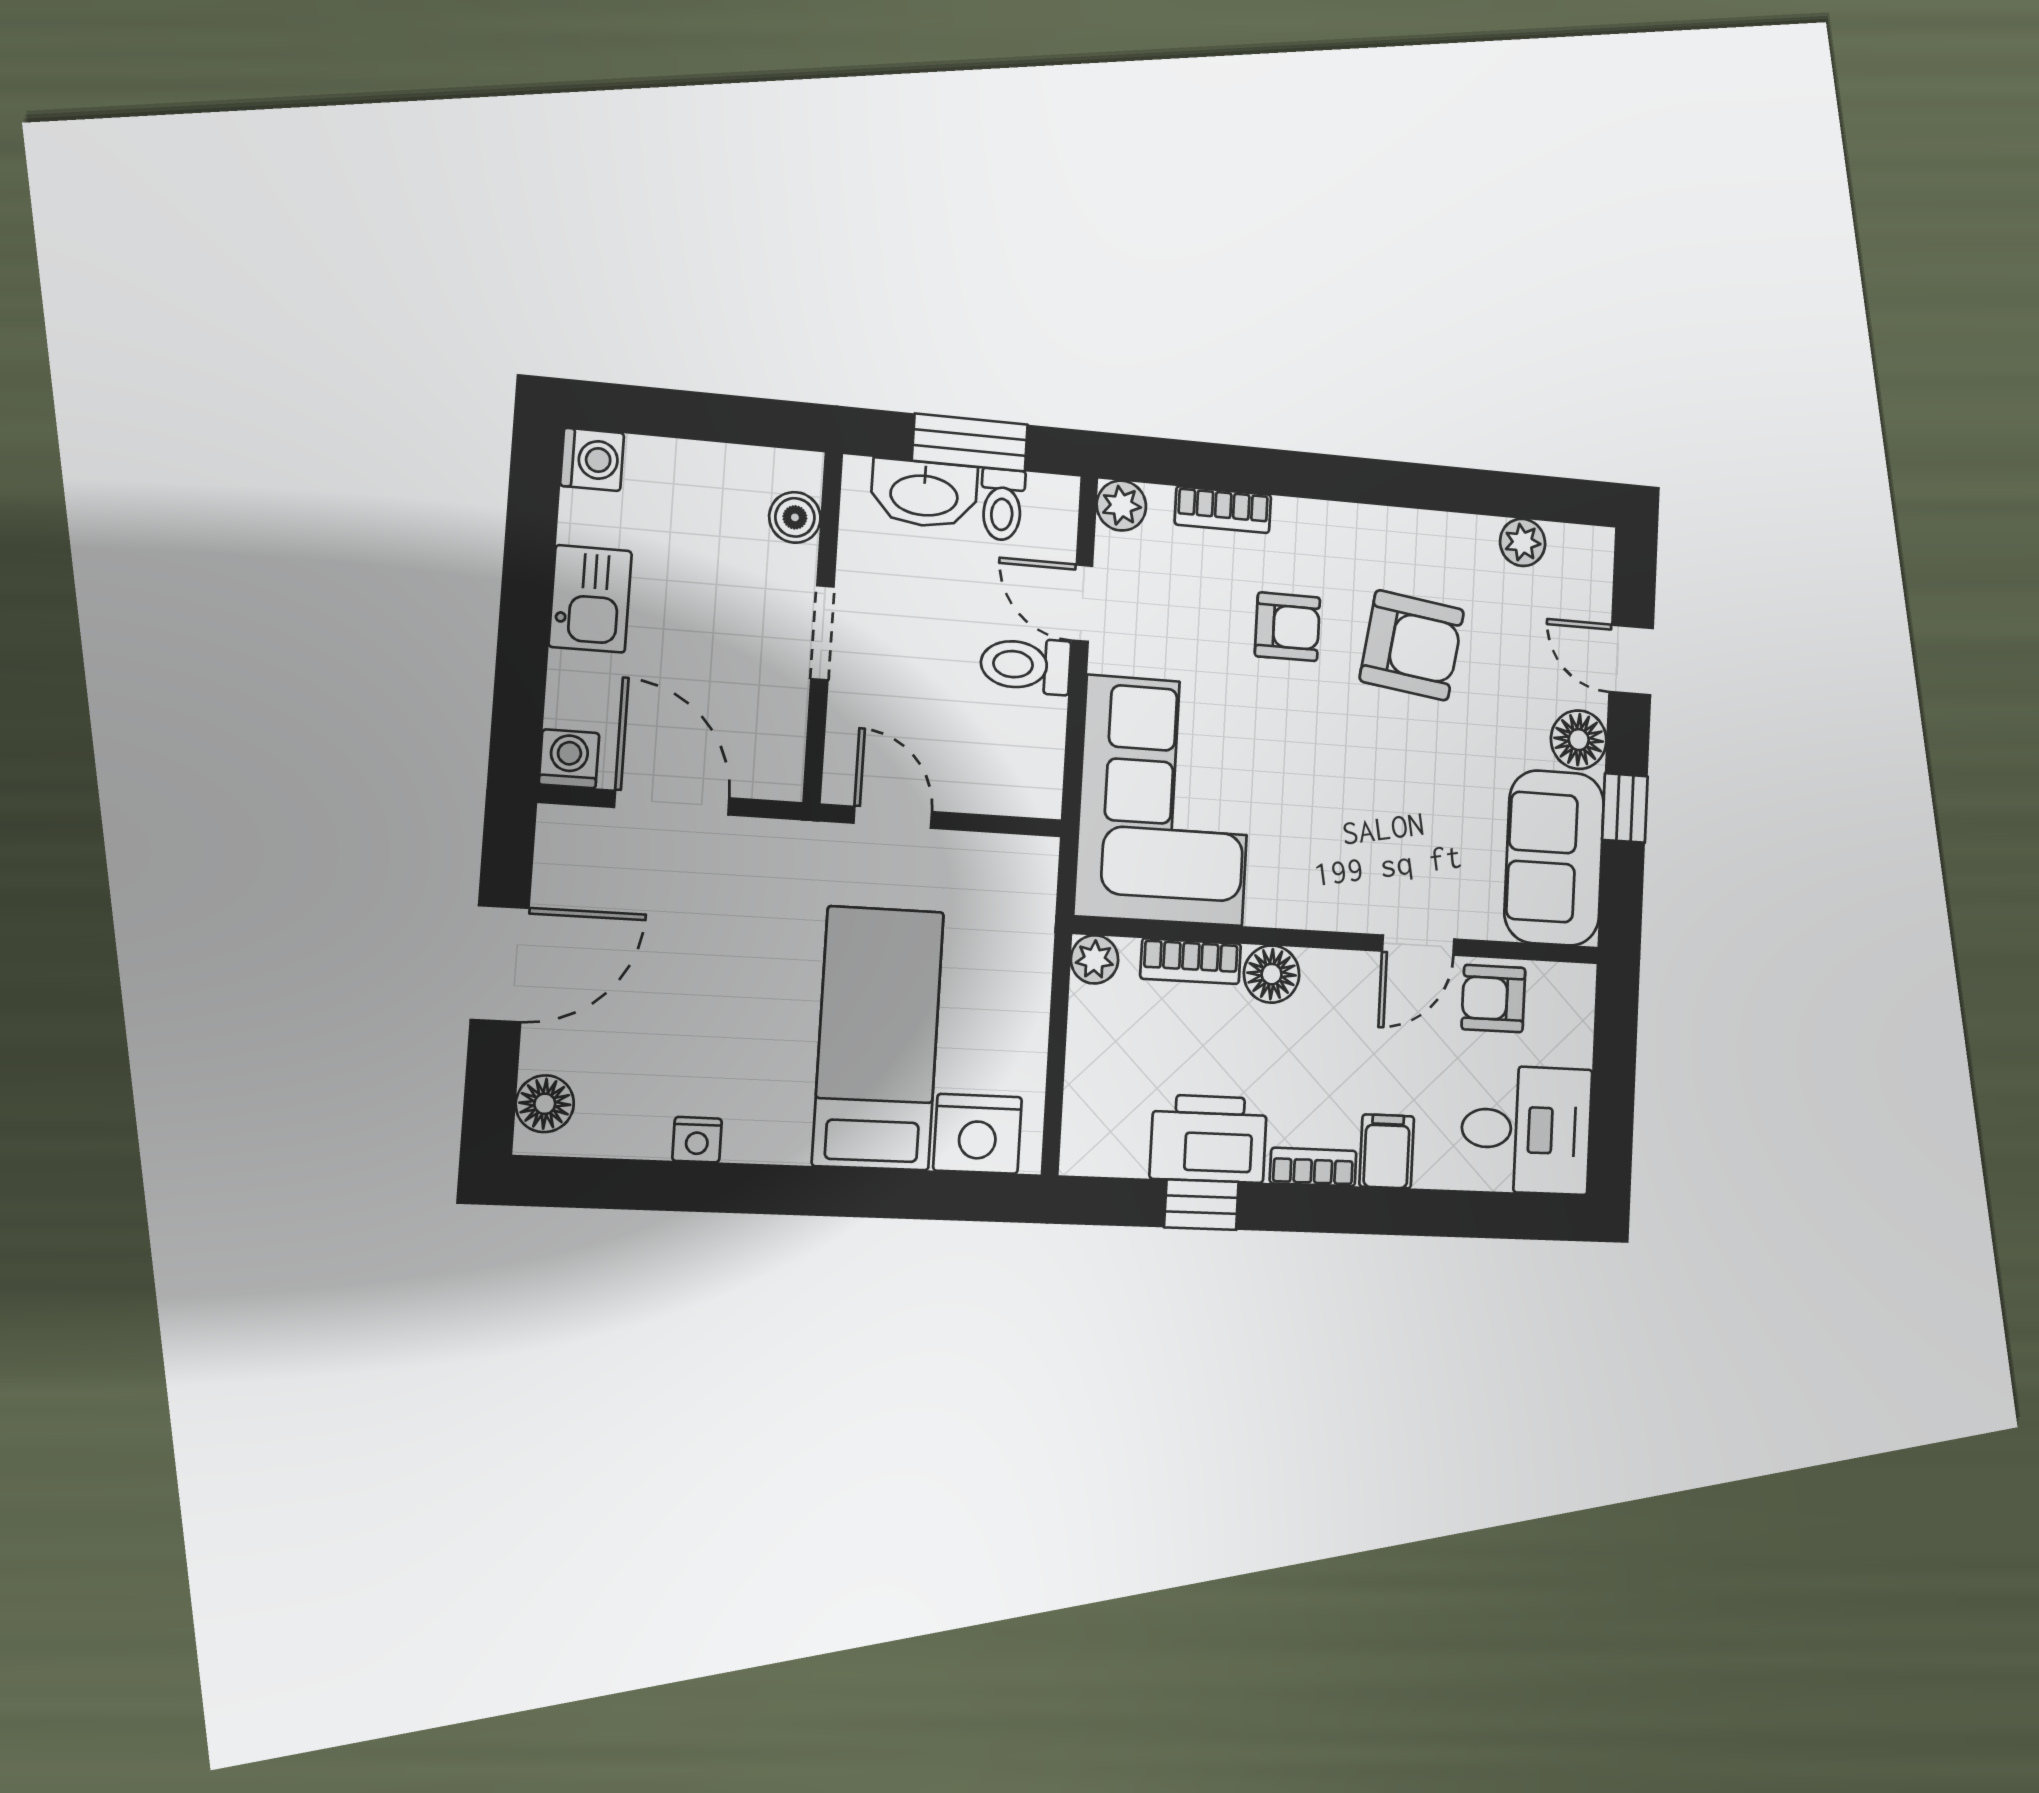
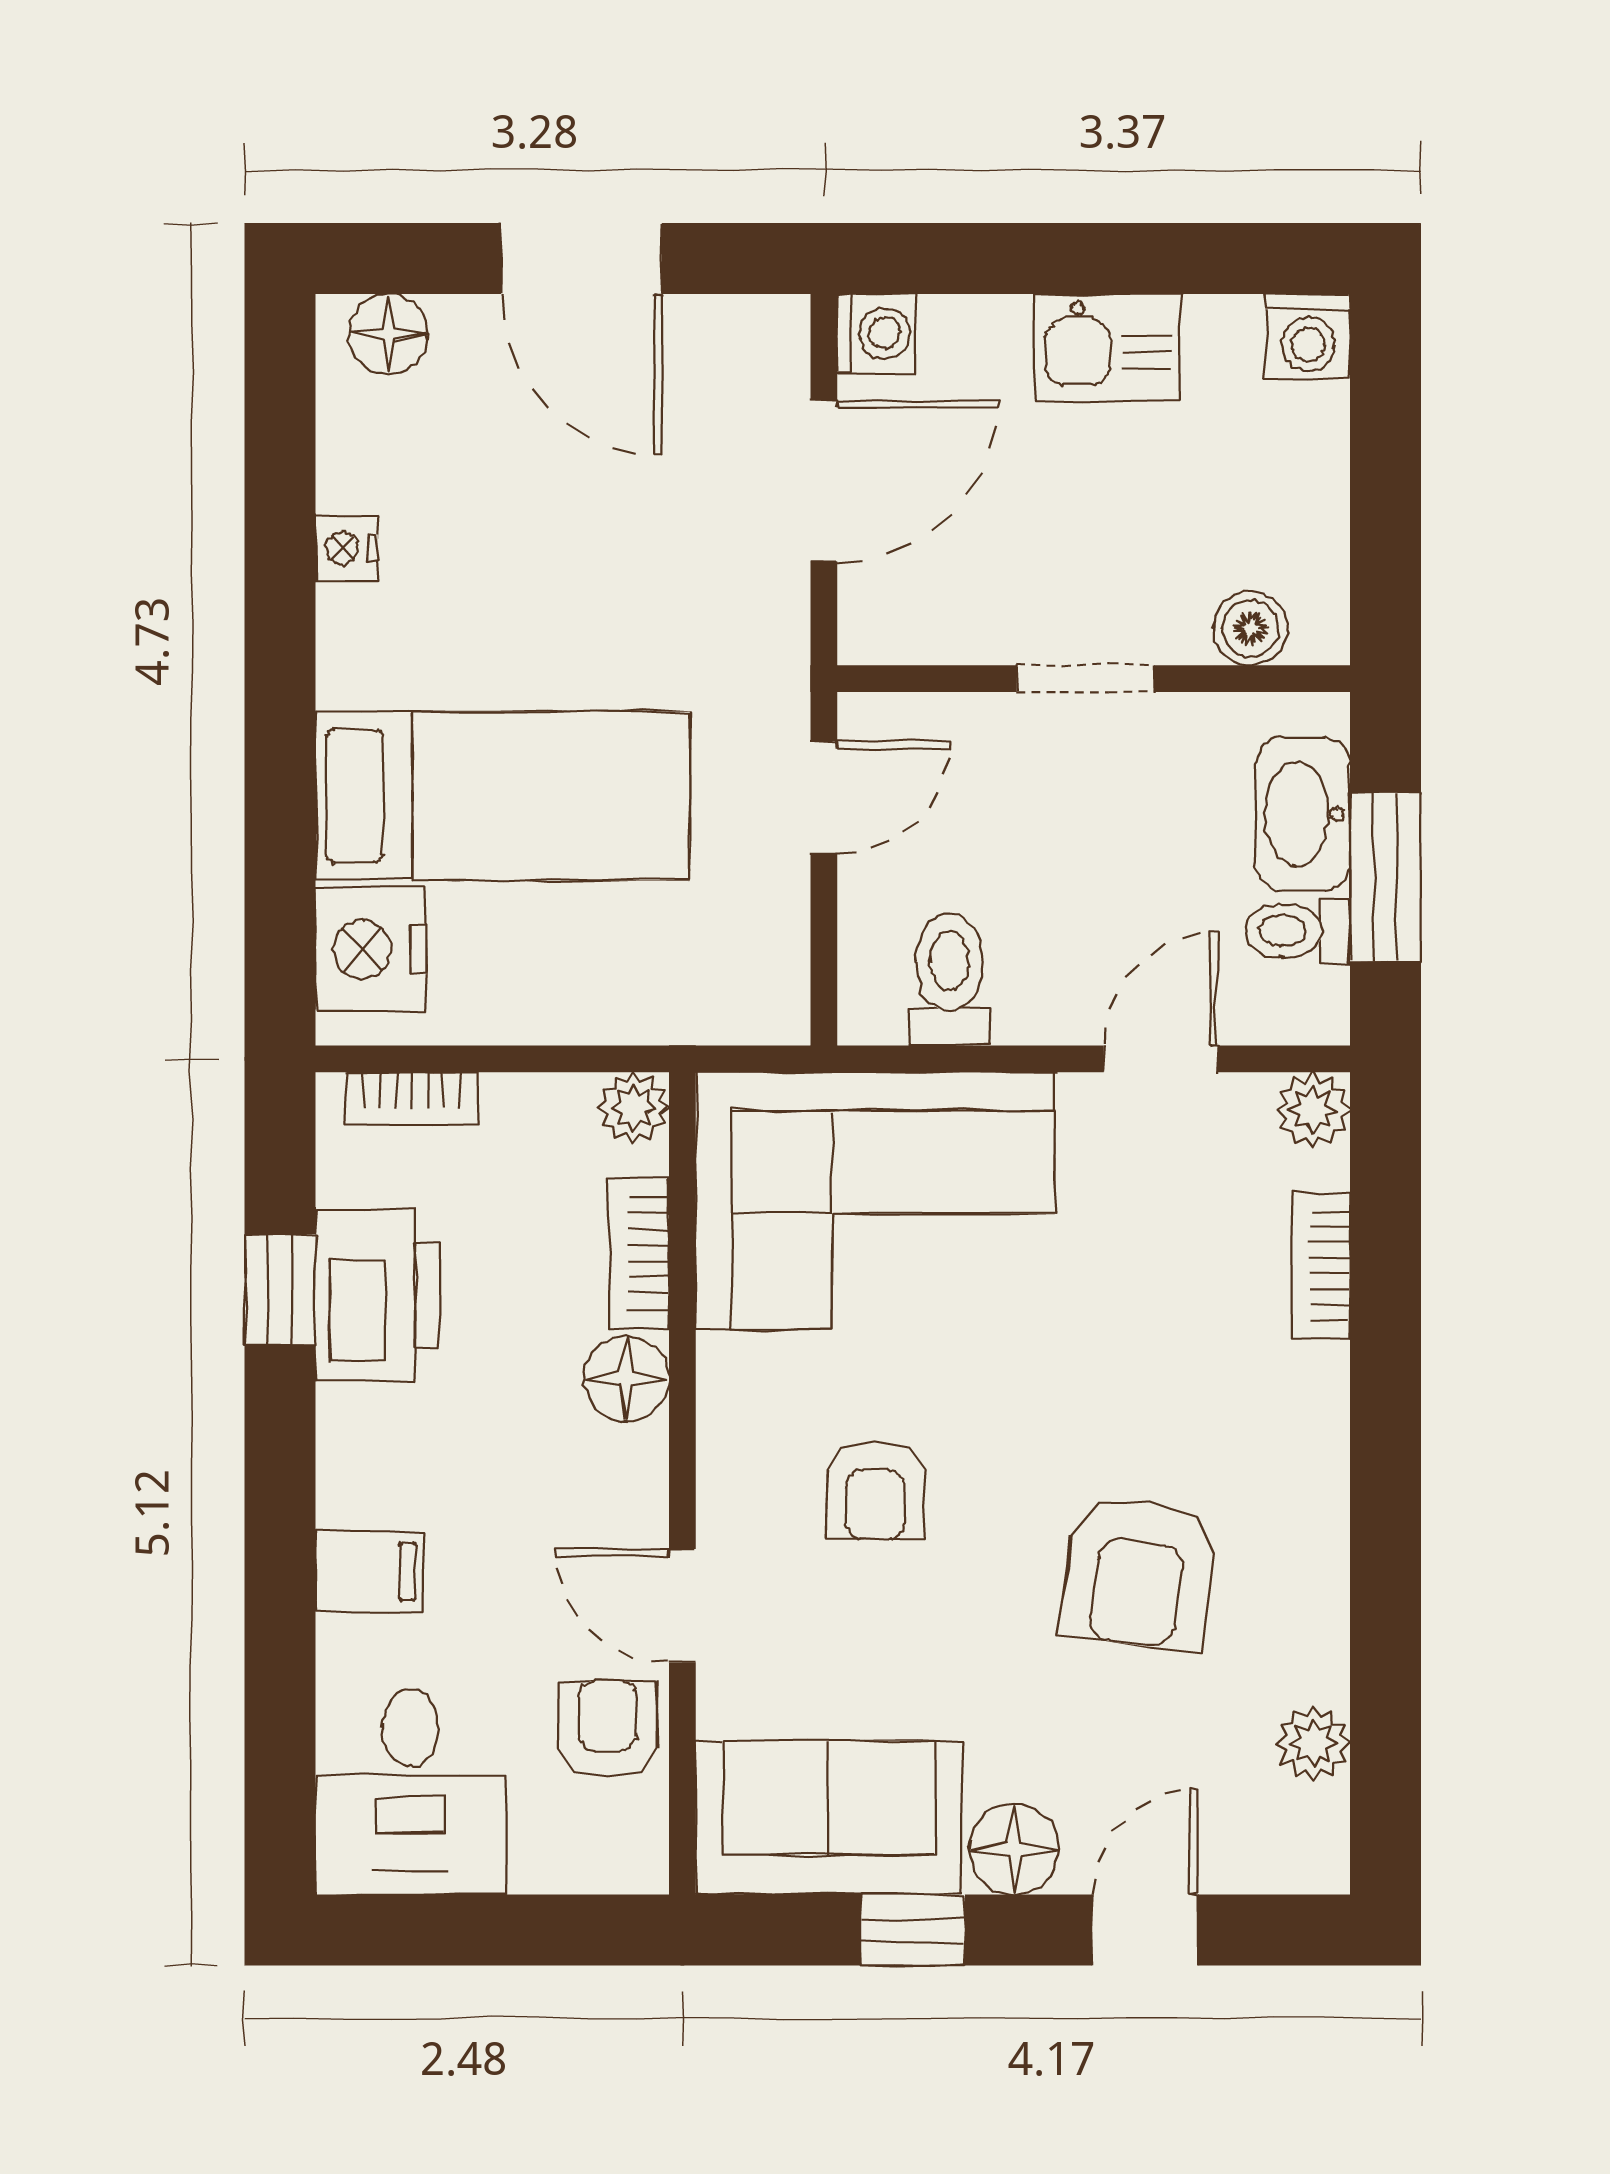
armchair: (1288, 627) -> (875, 1491), moved
toilet: (1025, 665) -> (949, 979), moved
bookcase: (1313, 1167) -> (412, 1099), moved, turned 90

